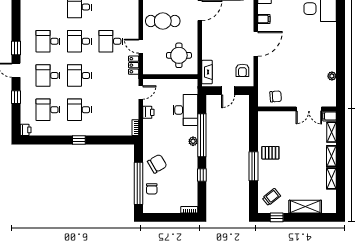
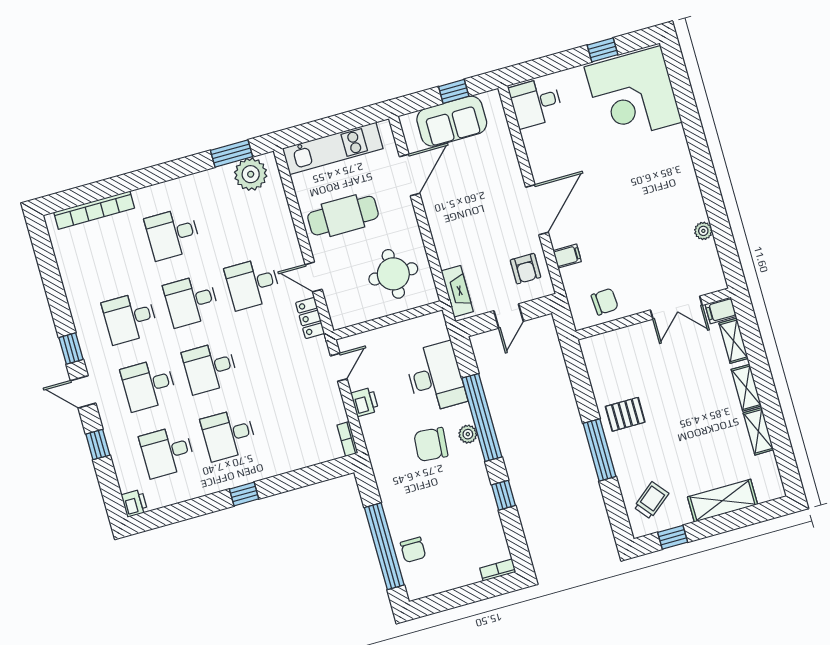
filing cabinet: (264, 19) -> (567, 256), moved
chair: (157, 164) -> (431, 444), moved, turned -144

